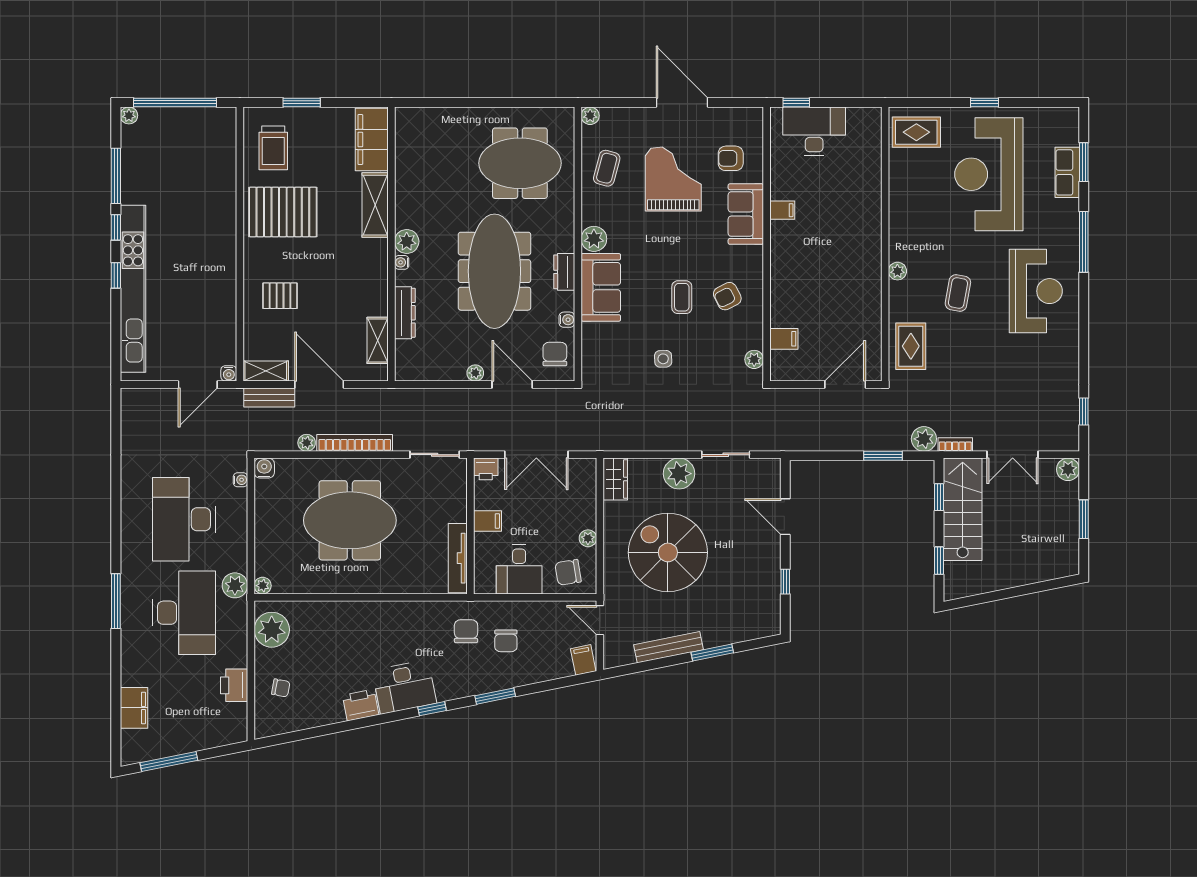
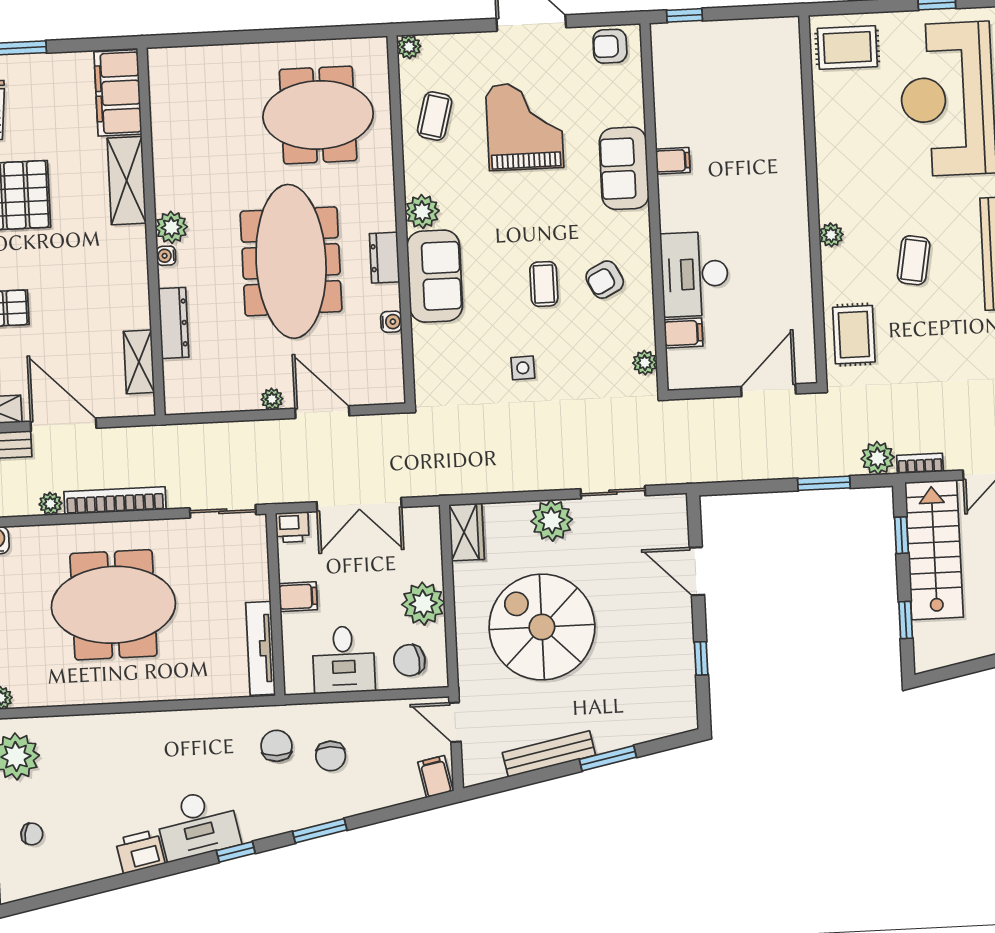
desk: (814, 131) -> (695, 274), moved, turned -90
armchair: (731, 158) -> (610, 46), moved
chair: (555, 354) -> (377, 368), removed
plant: (588, 538) -> (423, 604), width x1.88, depth x1.88

